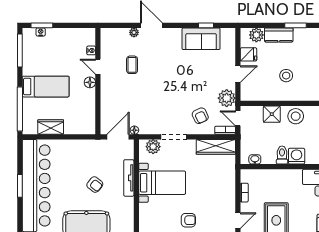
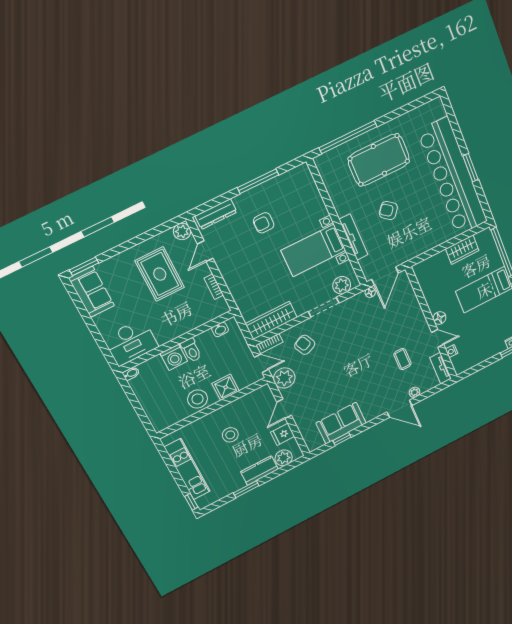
tv unit: (105, 41) -> (441, 368), added

